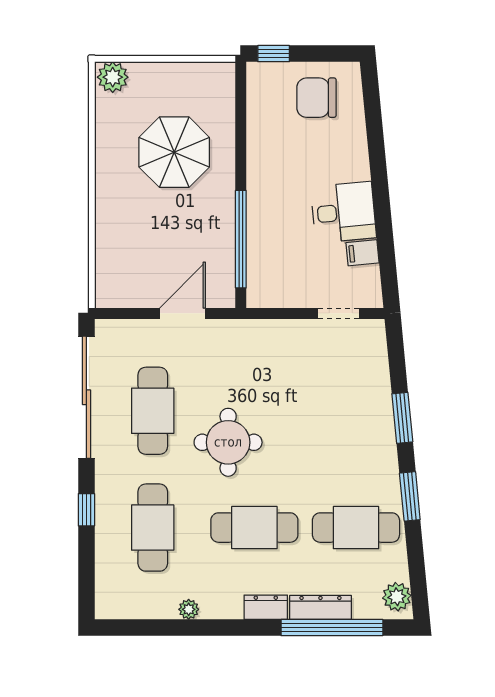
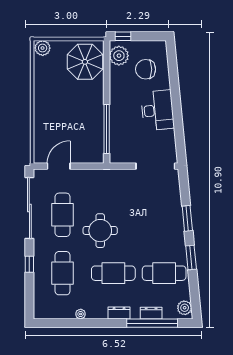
plant: (266, 92) -> (119, 56), added
chair: (317, 98) -> (146, 69), moved
parasol: (174, 152) -> (85, 62), moved
desk: (344, 212) -> (157, 110), width x1.37
filing cabinet: (363, 253) -> (167, 136), removed
door: (183, 313) -> (59, 166), moved
doorway: (338, 313) -> (155, 166), width x1.87
dresser: (320, 607) -> (151, 313), width x0.70

